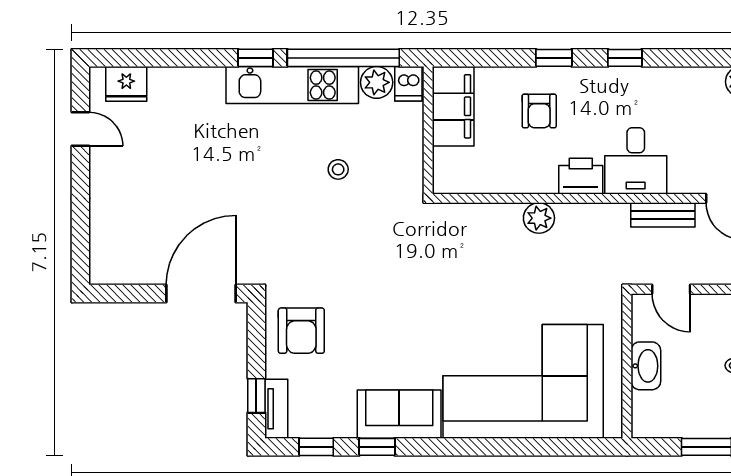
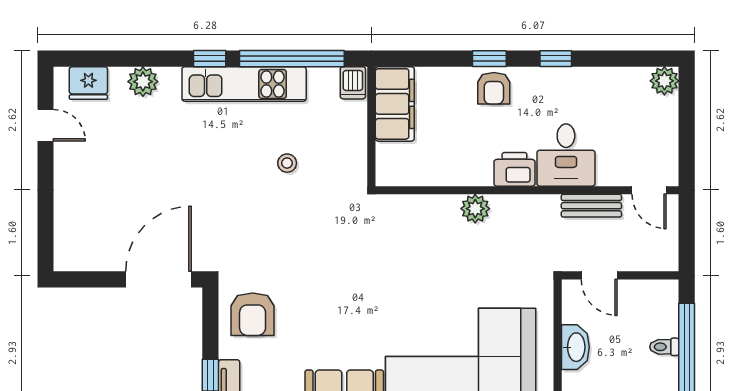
plant: (377, 82) -> (143, 82), moved
armchair: (539, 111) -> (494, 88), moved

